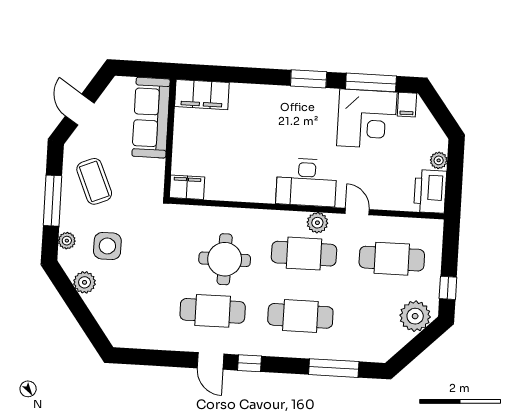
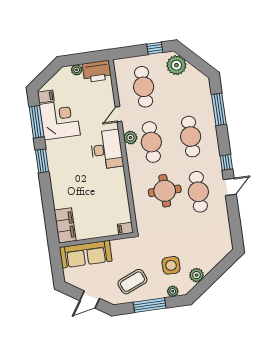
filing cabinet: (187, 187) -> (125, 228), width x0.50

